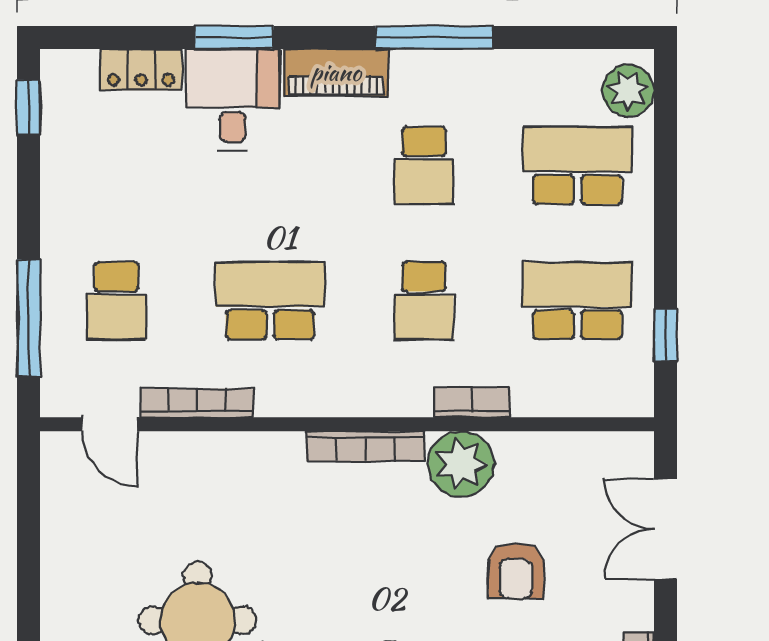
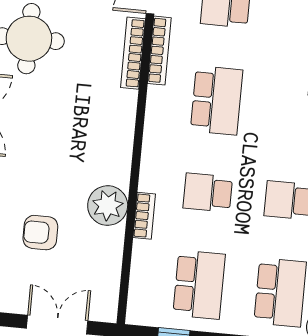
bookcase: (365, 446) -> (133, 53), moved

